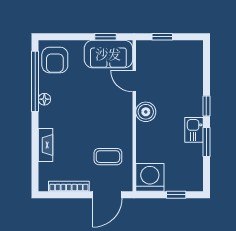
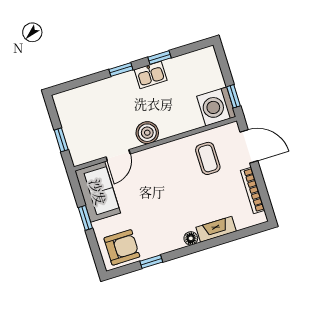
window: (105, 37) -> (85, 218), moved
window: (35, 81) -> (151, 262), width x0.32
floor lamp: (44, 99) -> (191, 238), moved
window: (206, 142) -> (159, 58), width x0.67
window: (176, 195) -> (233, 96), moved

